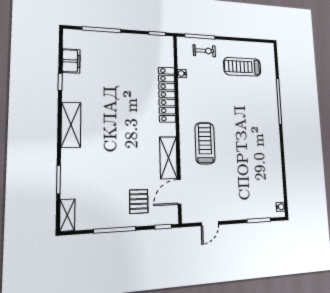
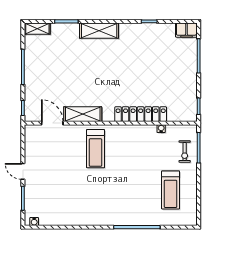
filing cabinet: (71, 61) -> (186, 30), moved
treadmill: (242, 67) -> (171, 190), turned 180
shelving: (71, 125) -> (99, 31), moved
treadmill: (205, 143) -> (95, 149), turned 90
pallet: (139, 201) -> (46, 87), removed
door: (210, 224) -> (23, 171), moved

